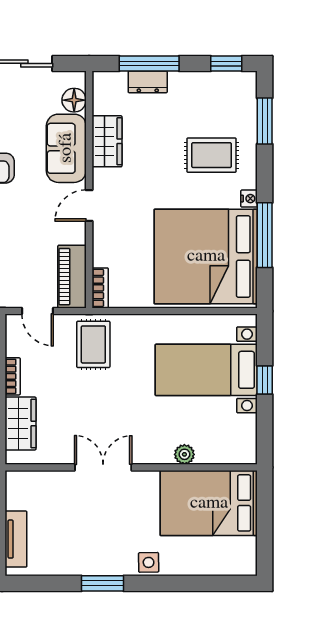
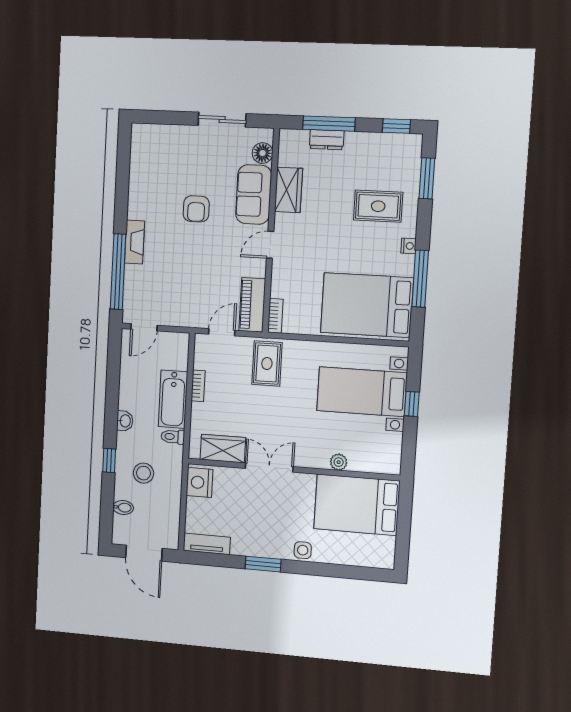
bed: (206, 256) -> (367, 305), width x0.73
door: (38, 311) -> (222, 332), swing flipped
wardrobe: (21, 424) -> (223, 449), moved, turned -90
nightstand: (21, 492) -> (200, 482), added
tv unit: (16, 539) -> (207, 544), moved, turned -90

